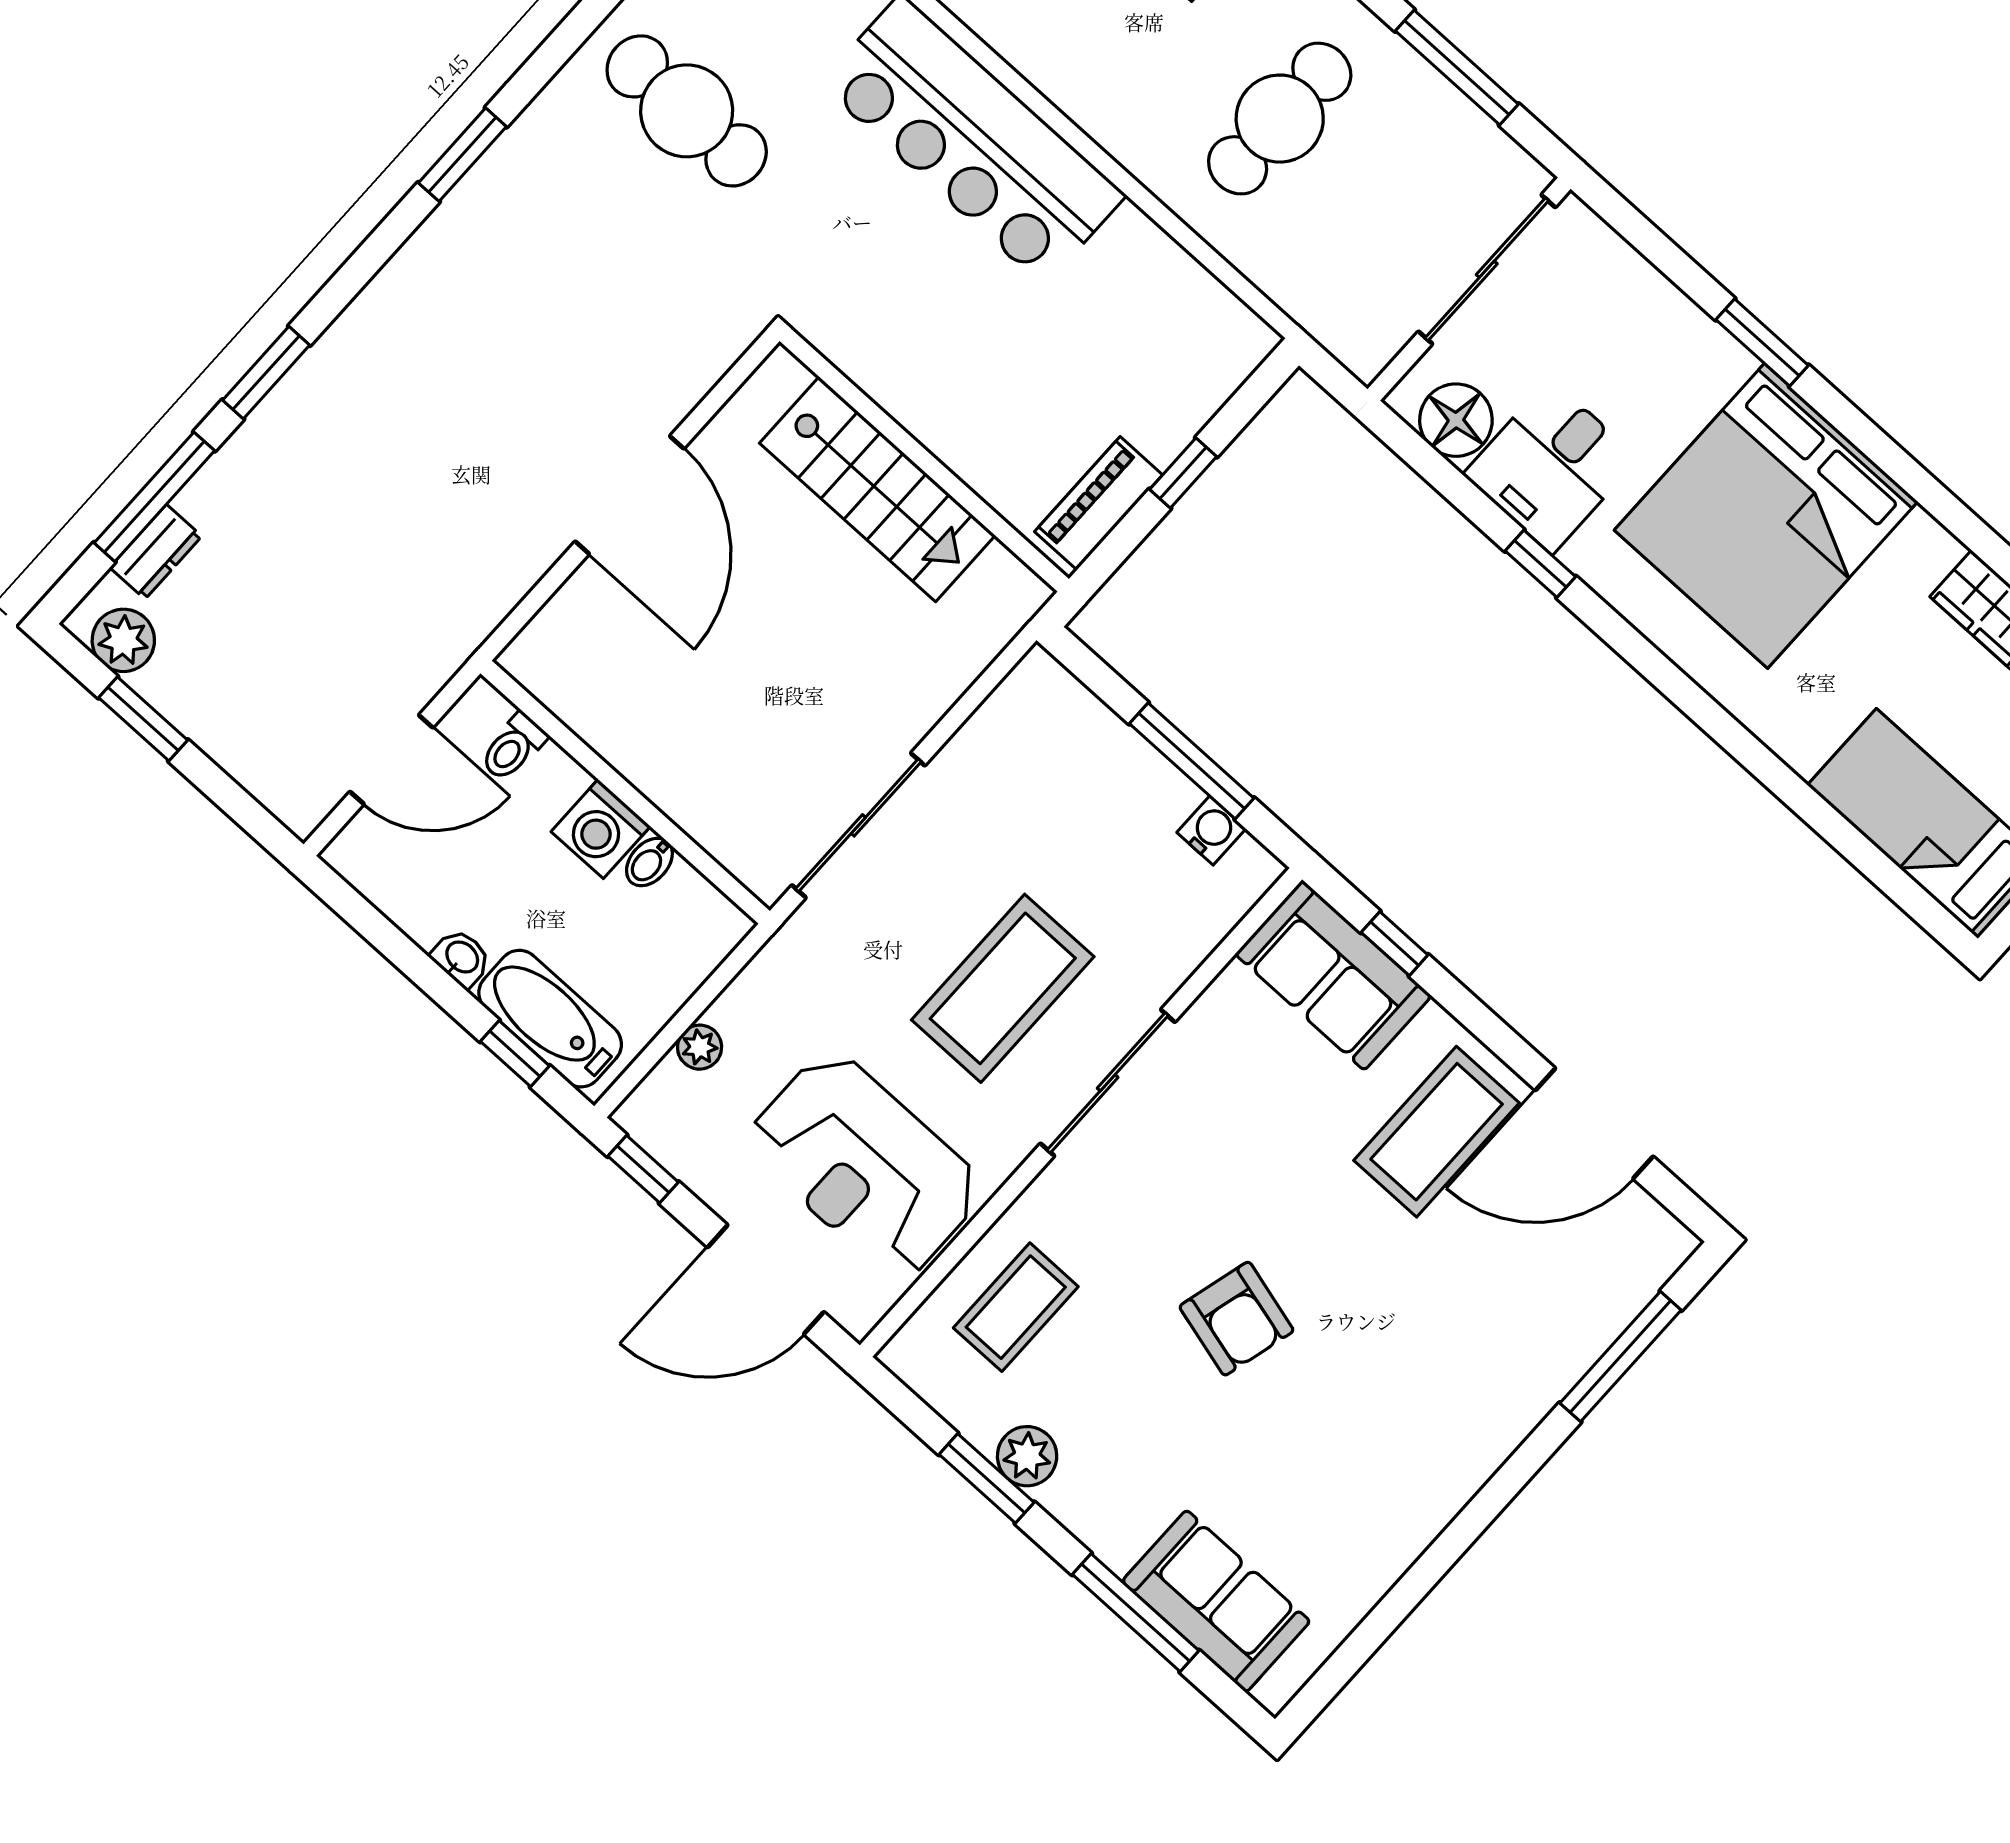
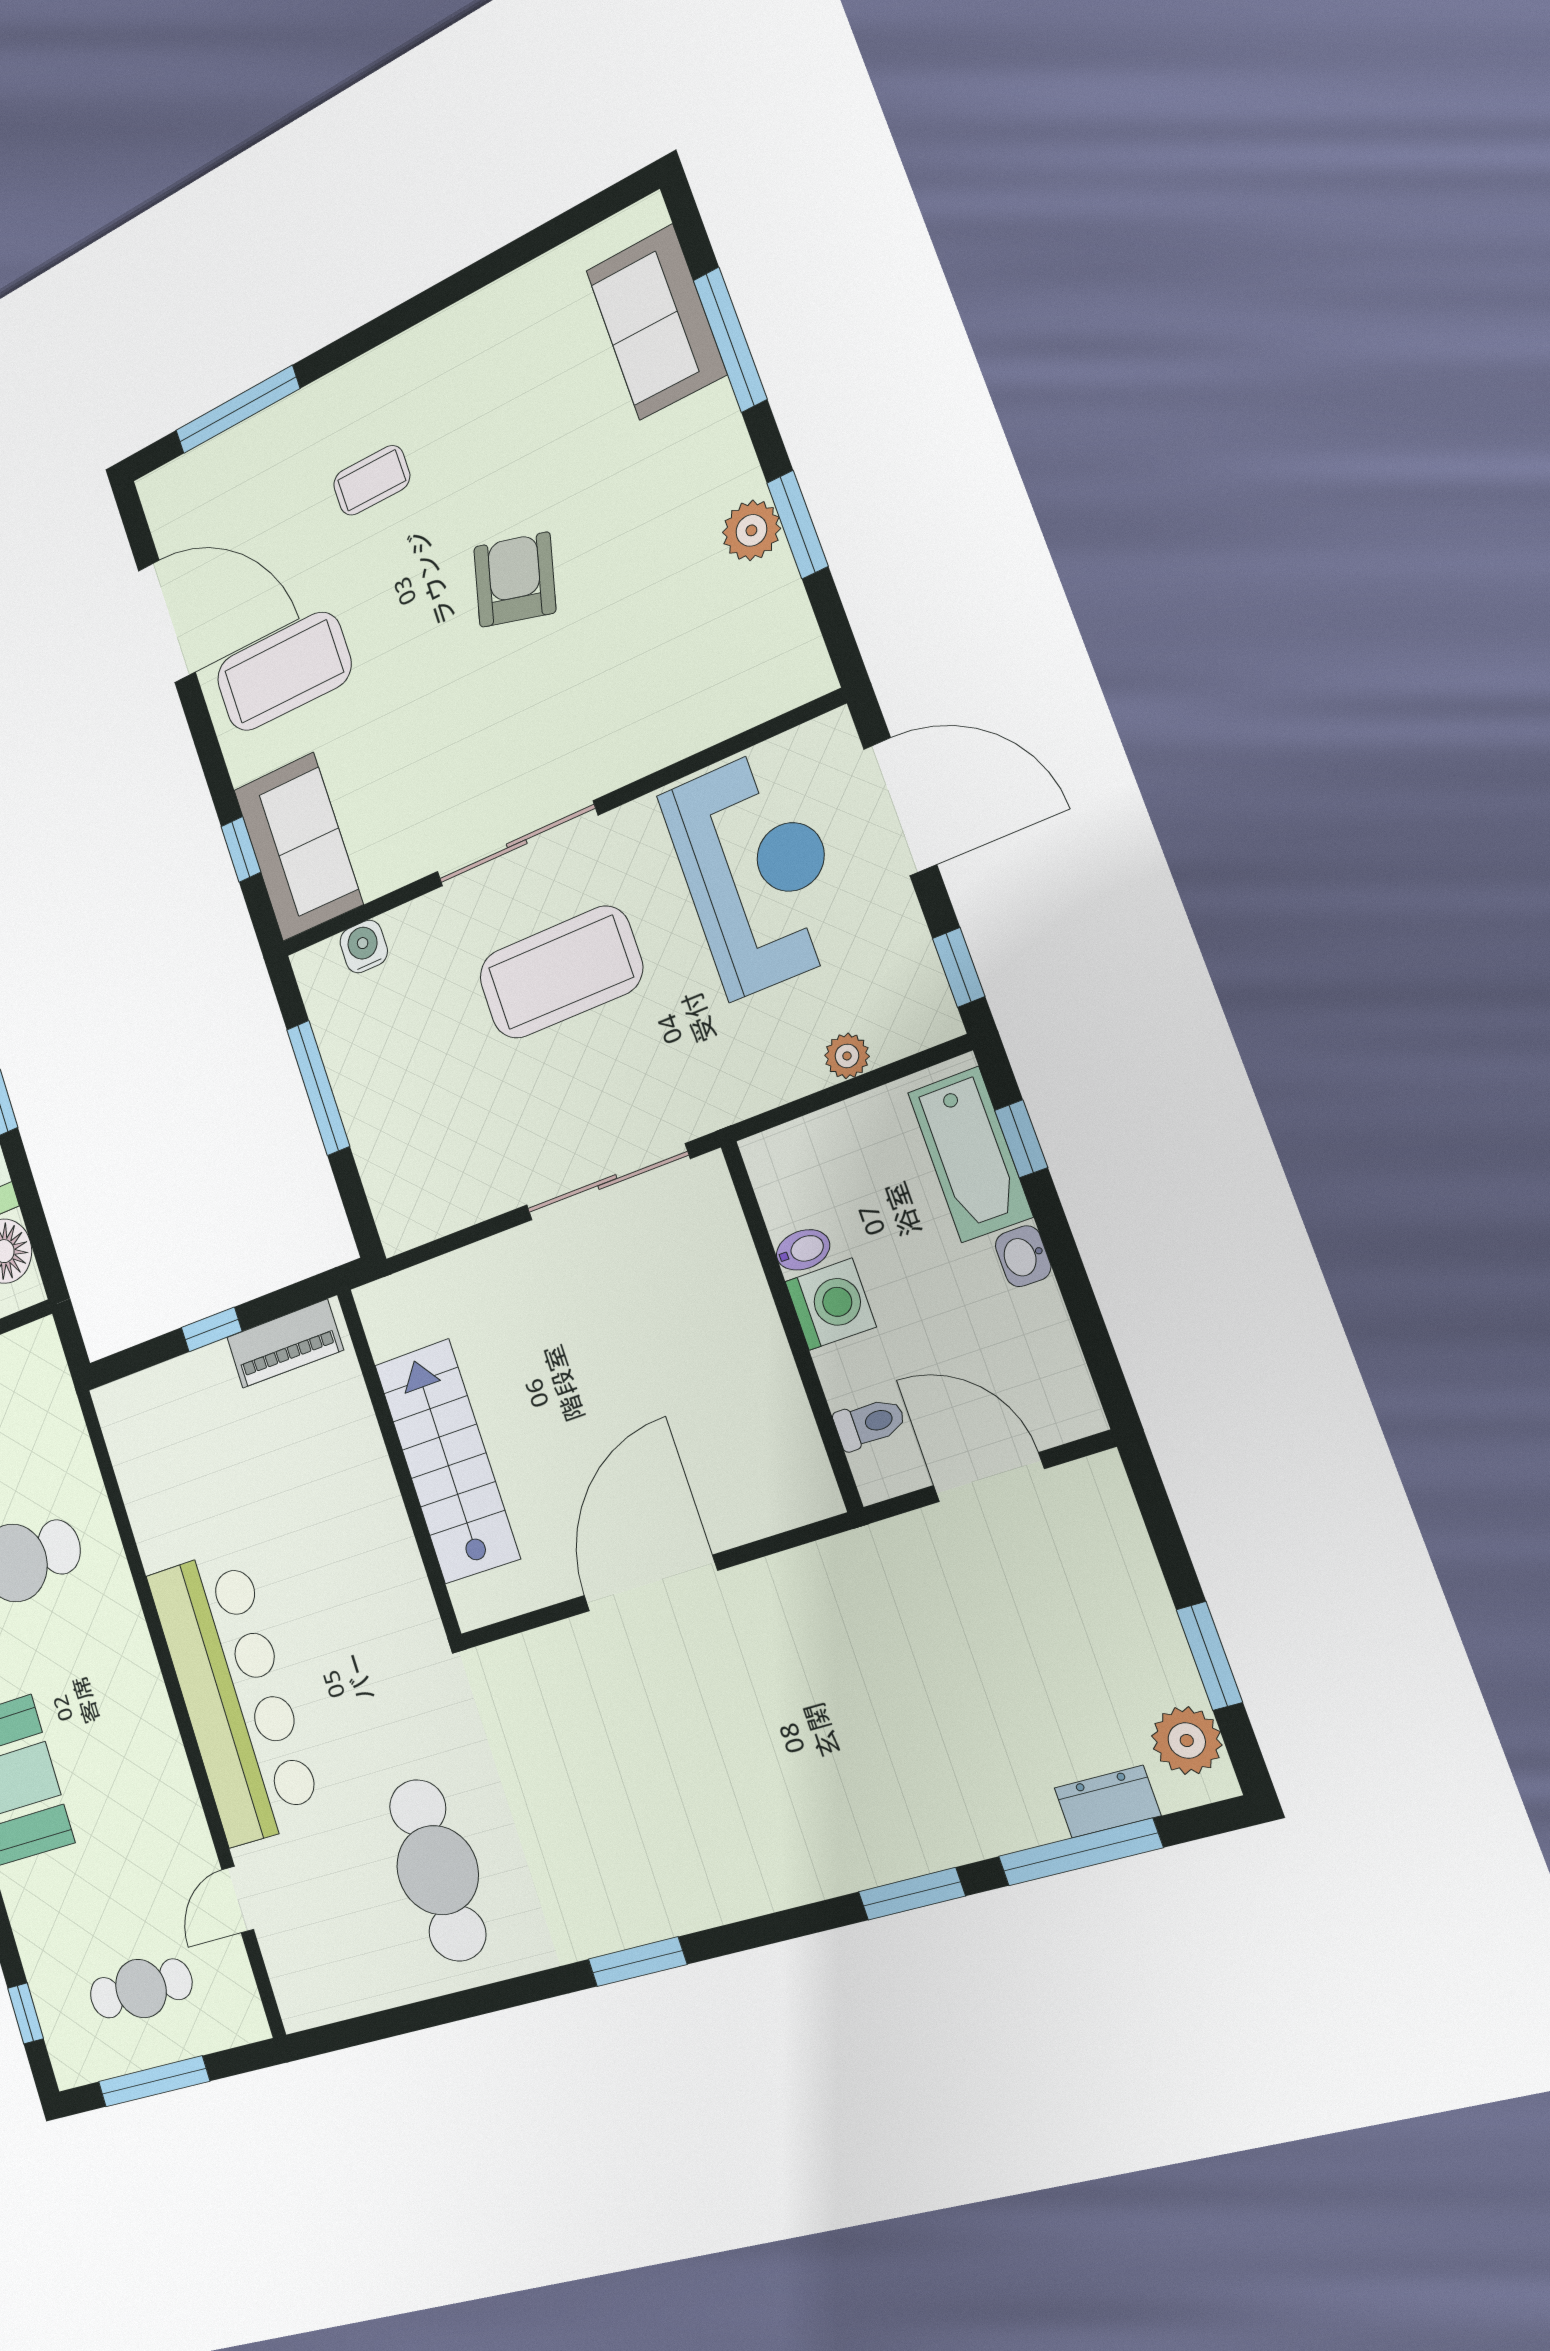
water cooler: (1211, 831) -> (364, 947), moved, turned 90
coffee table: (1016, 1307) -> (372, 480), moved, width x0.73, depth x0.77

